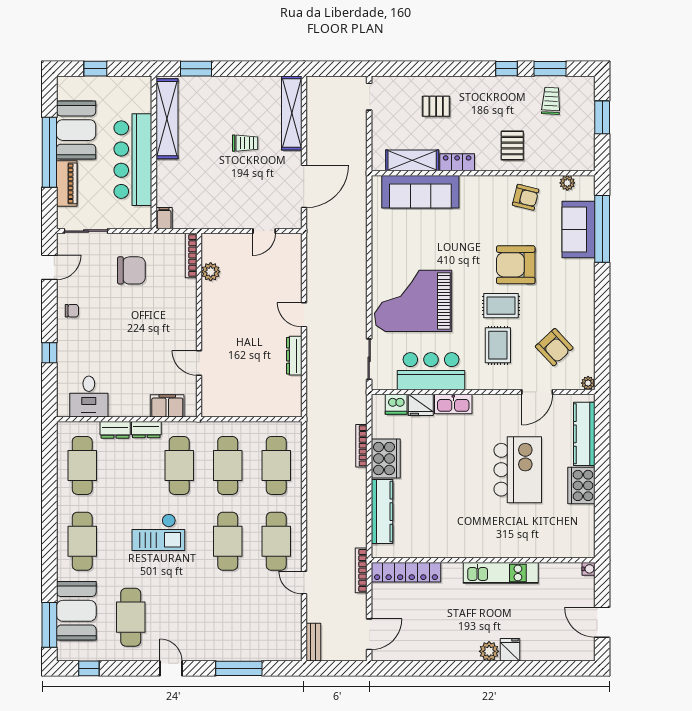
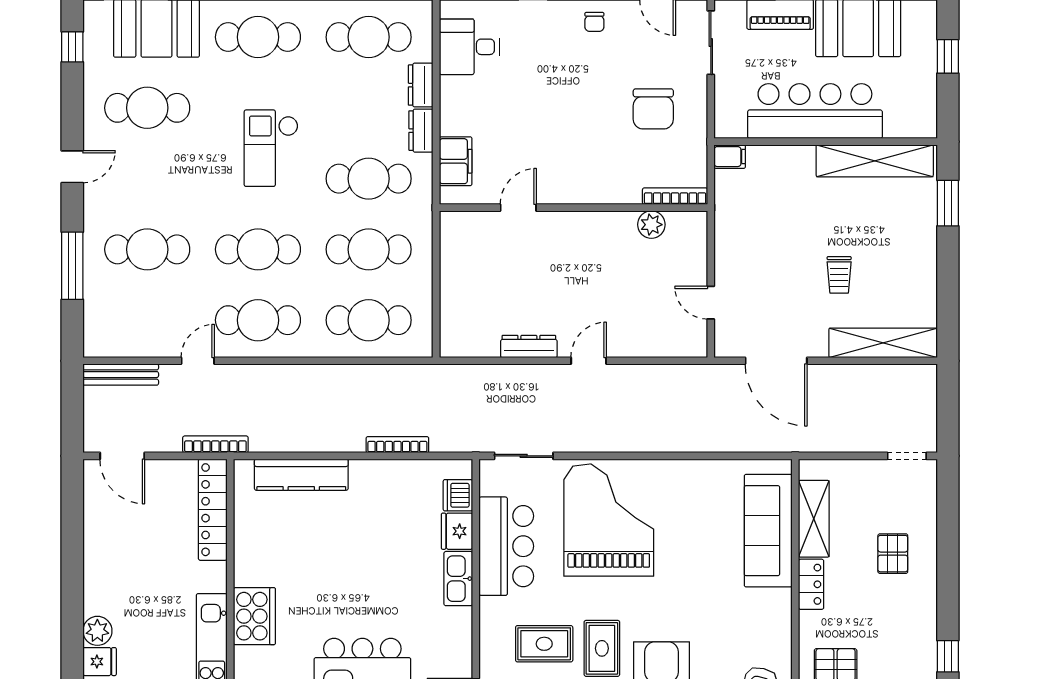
cooker: (386, 458) -> (254, 616), moved, turned -90
cafe table: (228, 617) -> (147, 249), added
bench: (313, 642) -> (121, 375), width x1.36

